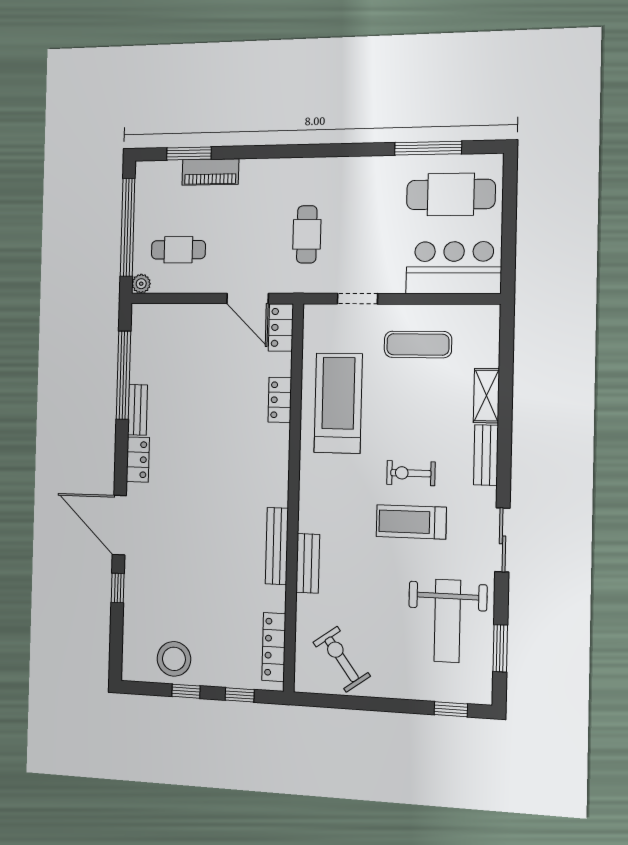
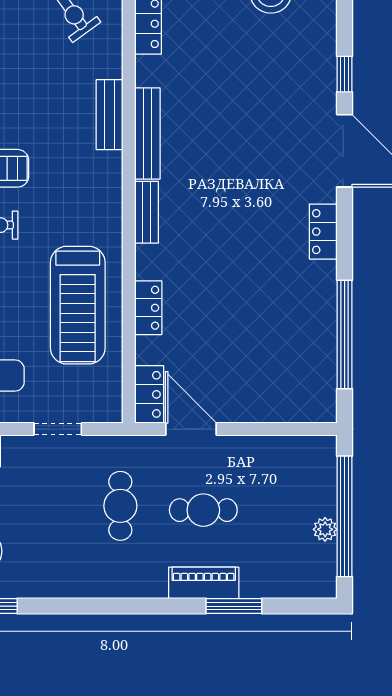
window: (189, 153) -> (234, 606), moved
piano: (210, 172) -> (204, 583), moved
cafe table: (178, 250) -> (203, 510), moved
plant: (141, 284) -> (325, 529), moved
bench: (138, 410) -> (147, 212), moved

